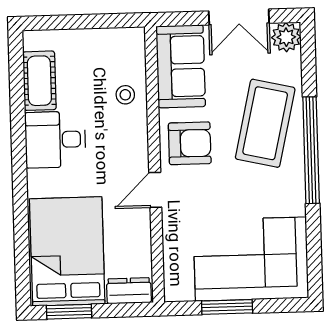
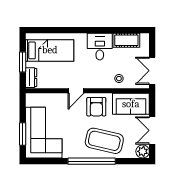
double door: (106, 21) -> (152, 71), added
door: (155, 190) -> (76, 91), swing flipped
bed: (67, 251) -> (50, 50), width x0.67
window: (227, 307) -> (23, 134), moved
window: (69, 312) -> (23, 62), moved

